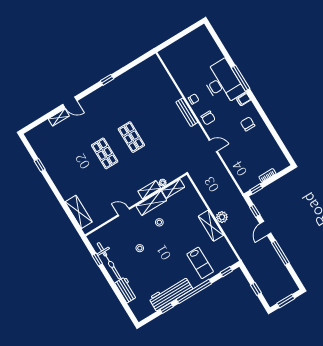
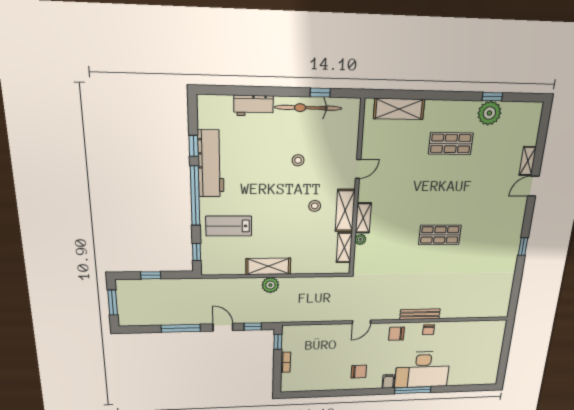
shop shelf: (105, 153) -> (451, 143), moved
plant: (49, 160) -> (489, 113), added

